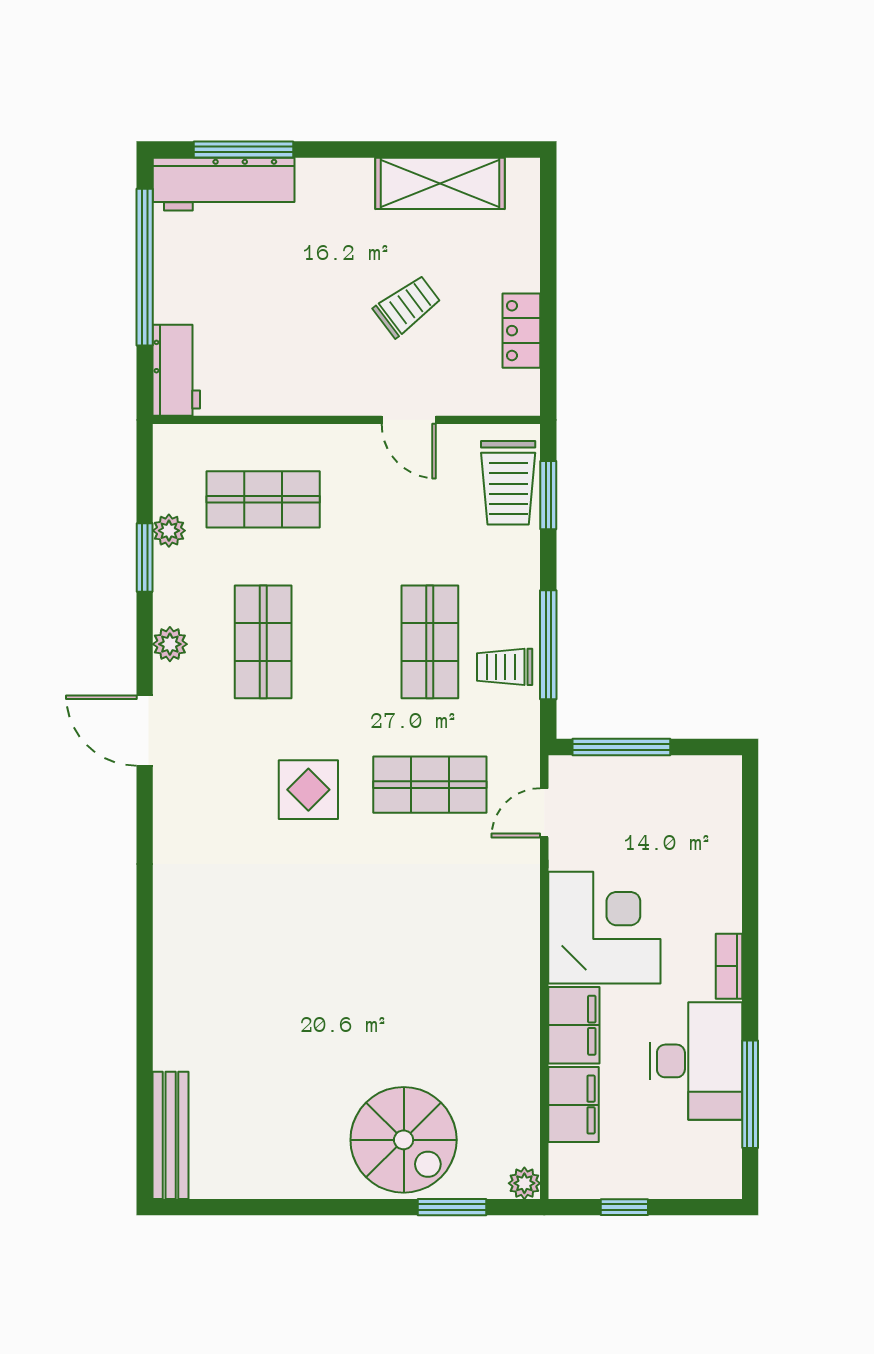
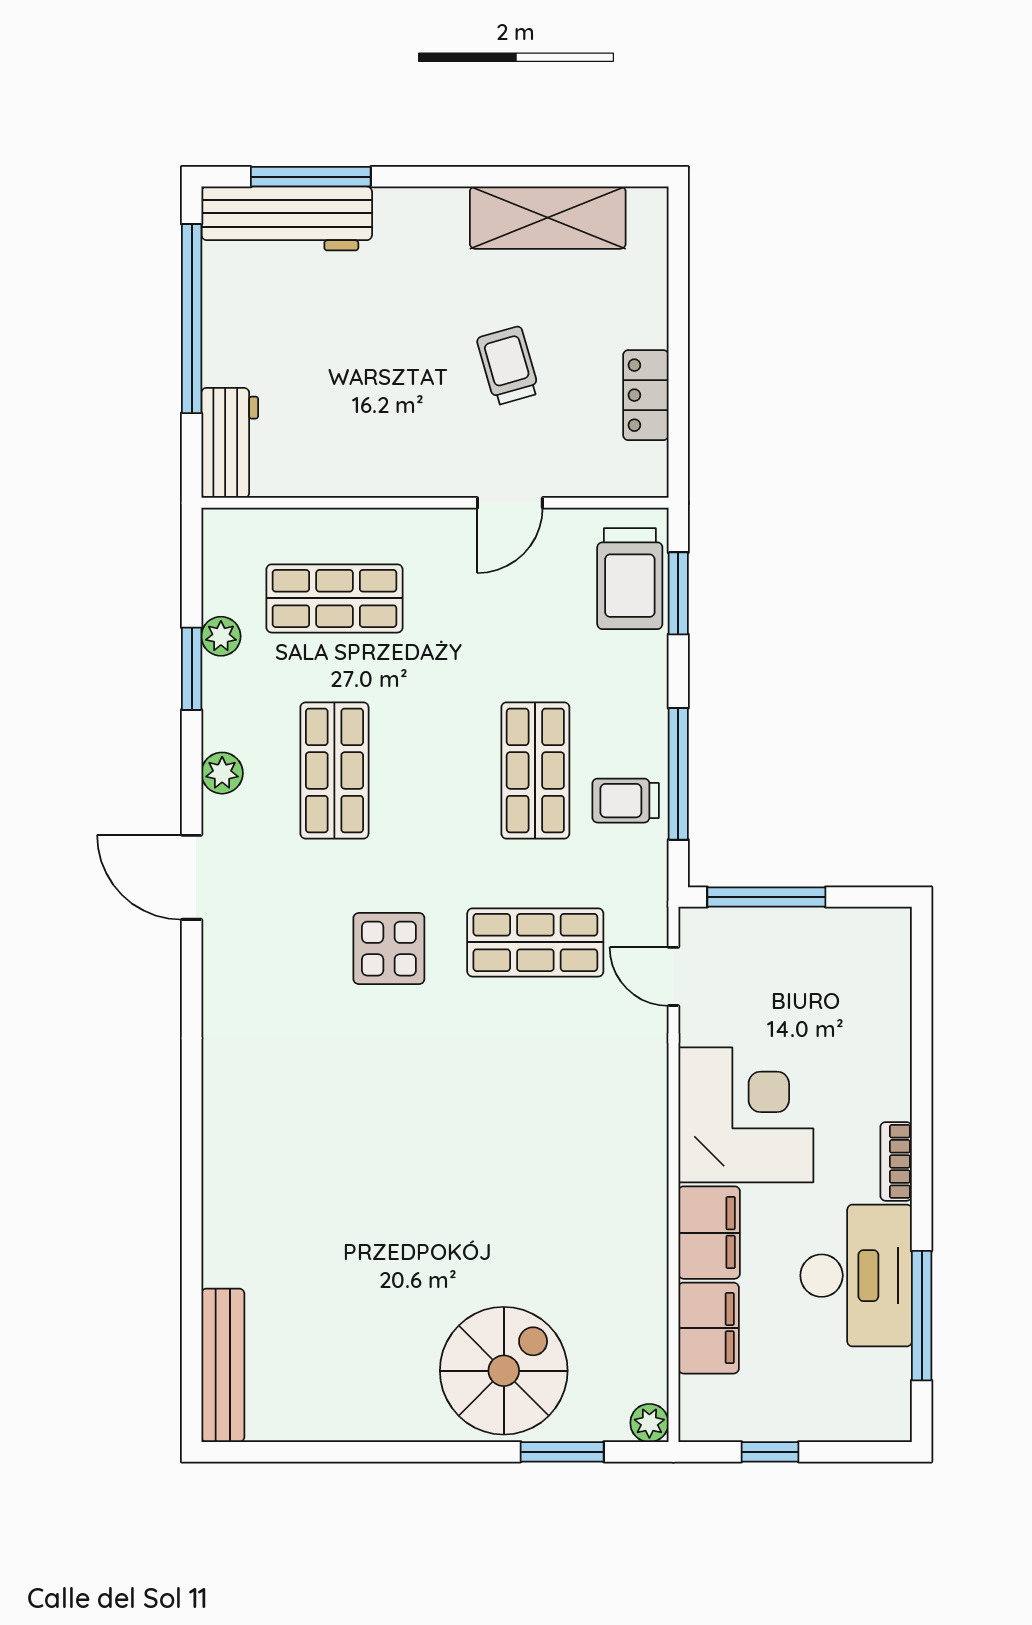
trolley: (407, 306) -> (508, 366), turned -69
door: (409, 420) -> (510, 503), hinge flipped
door: (544, 813) -> (673, 976), hinge flipped
spiral stairs: (404, 1140) -> (504, 1371), turned -90

